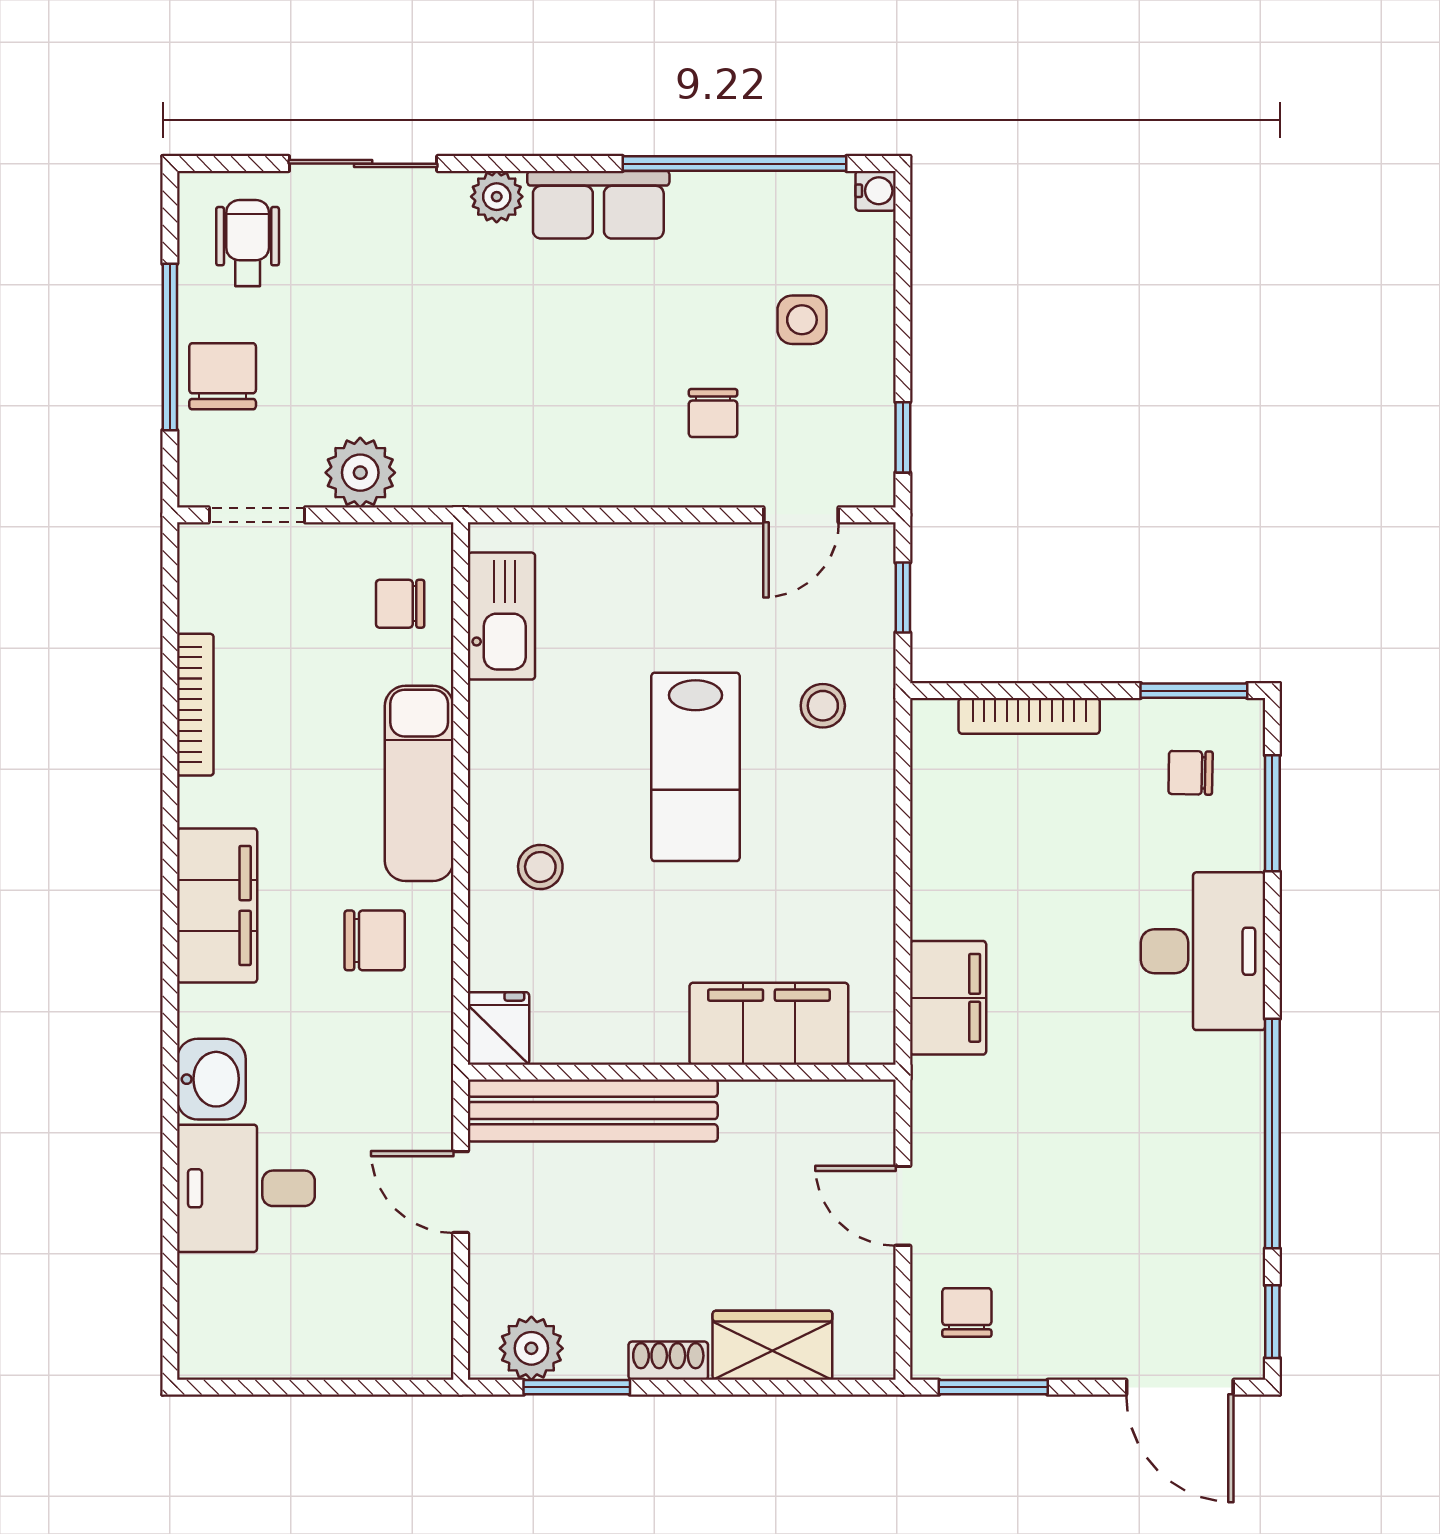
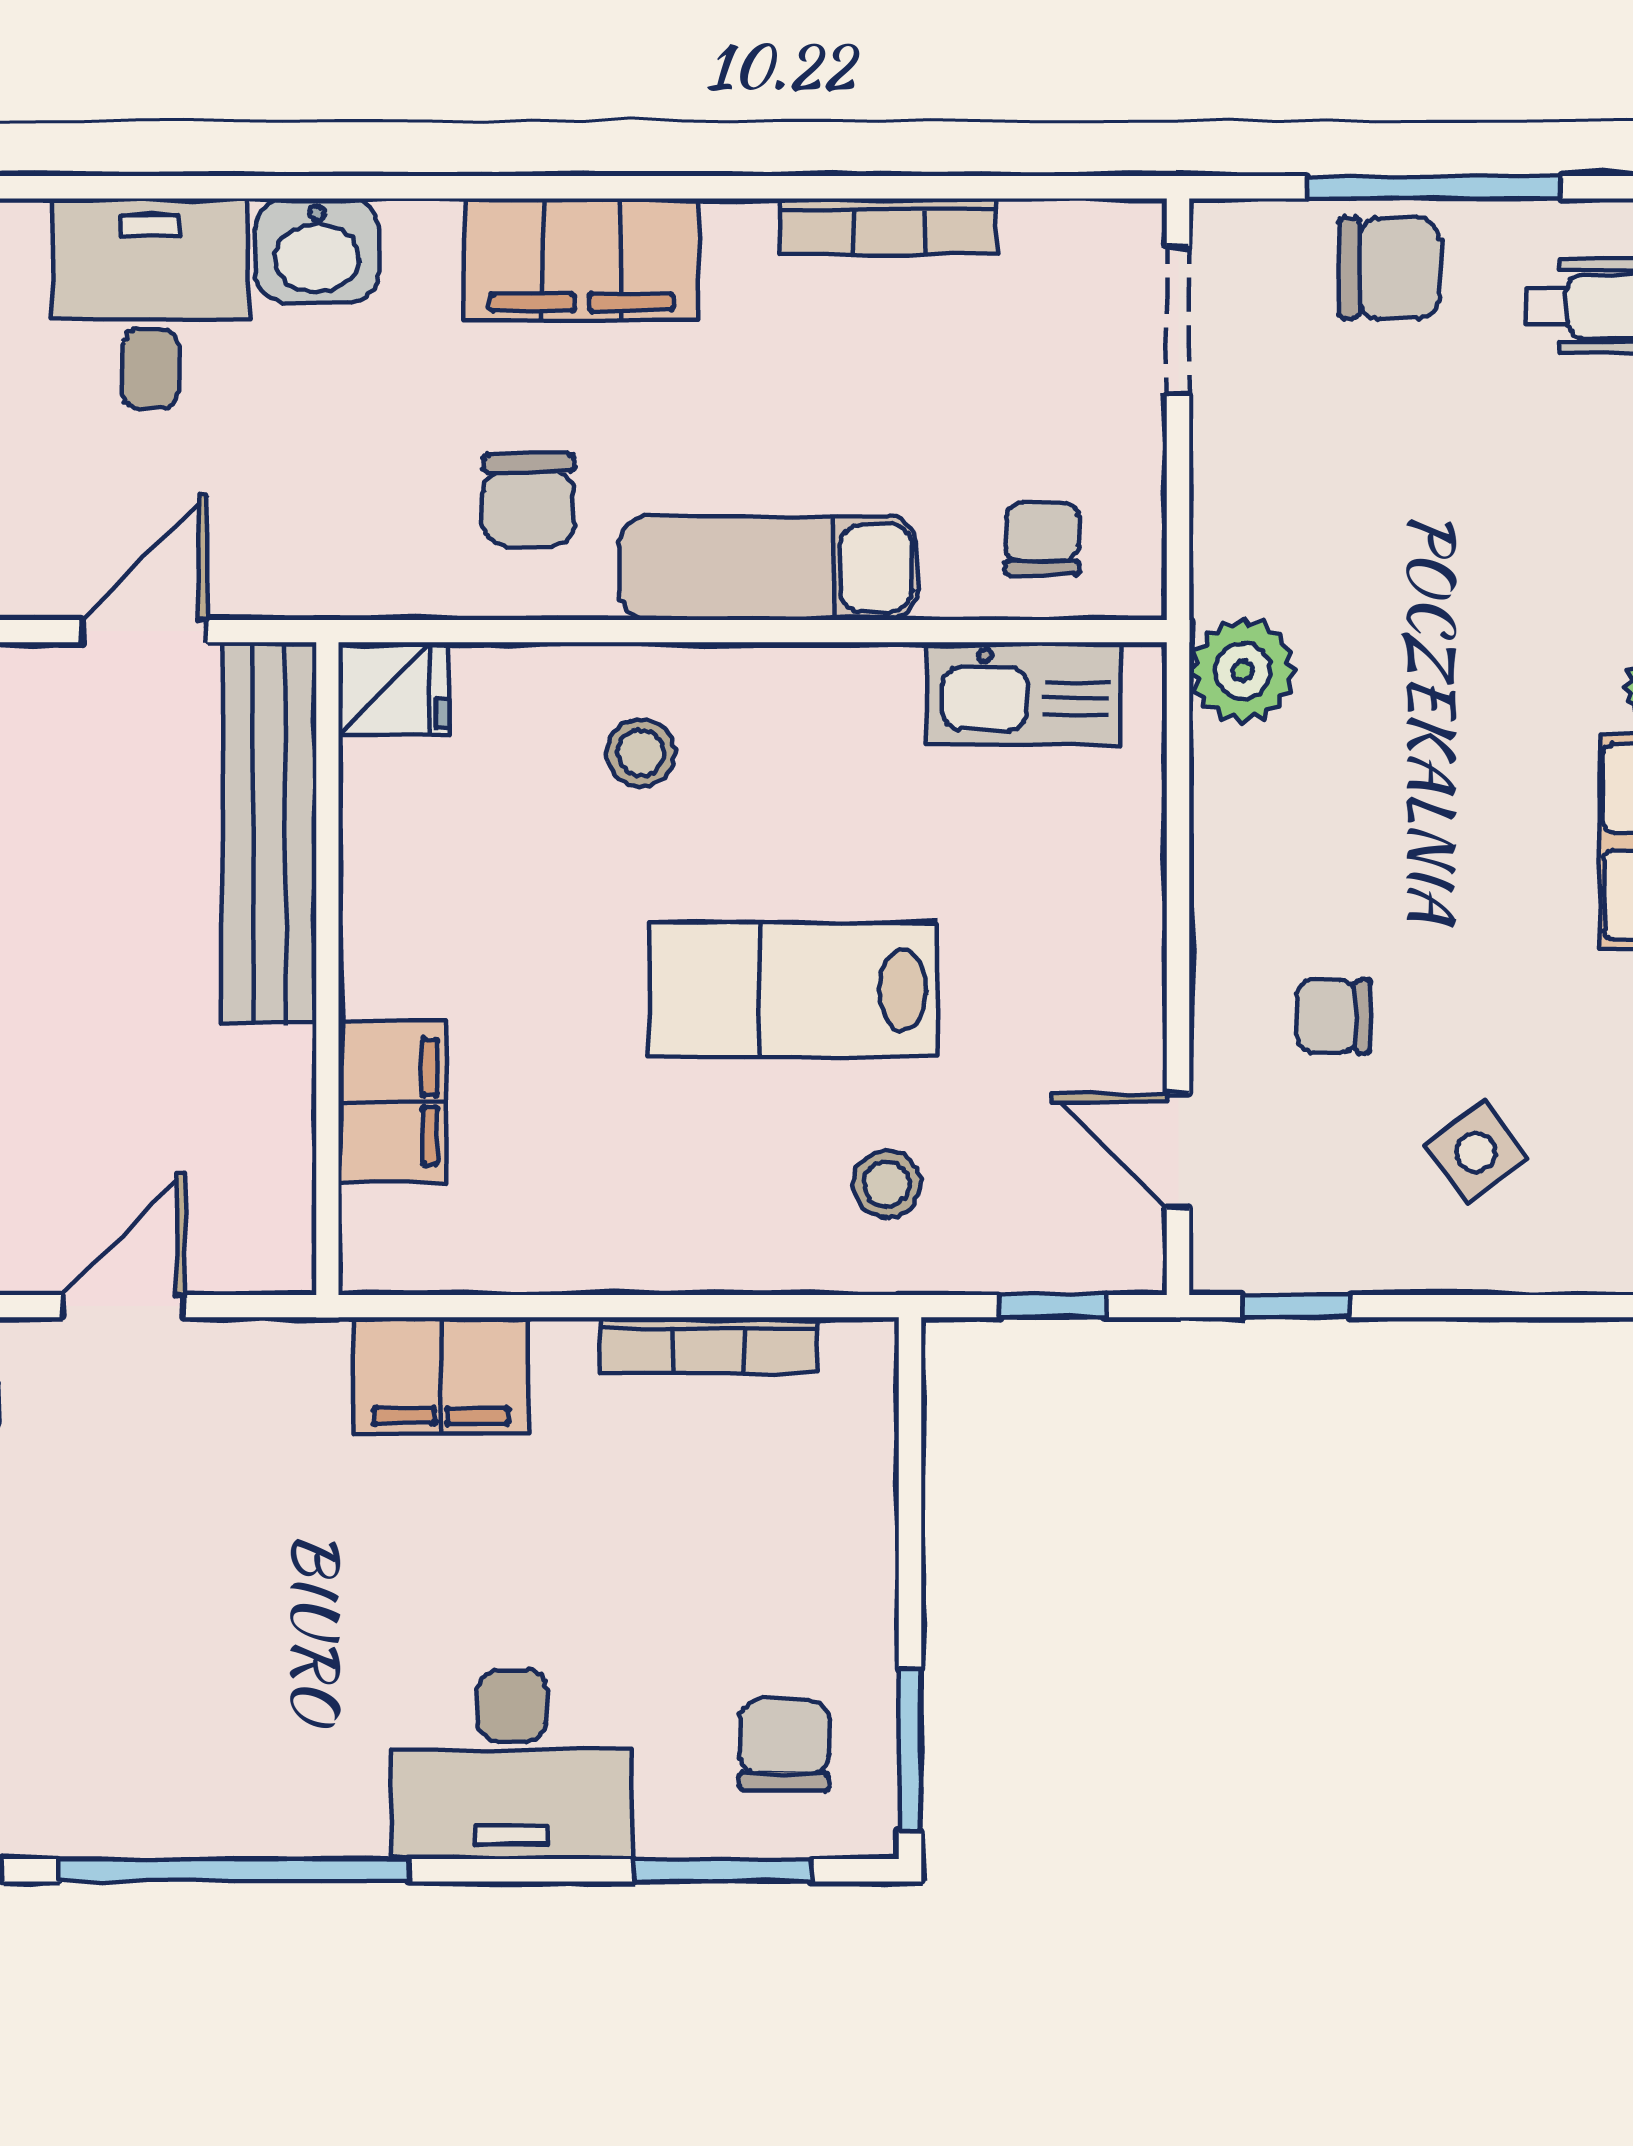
side table: (802, 320) -> (1476, 1152), turned -37
plant: (360, 473) -> (1243, 671), moved
bookcase: (1029, 716) -> (708, 1345), moved, turned -90
chair: (1191, 773) -> (784, 1745), width x1.37, depth x1.37
filing cabinet: (769, 1024) -> (392, 1102), width x0.67, depth x0.86

